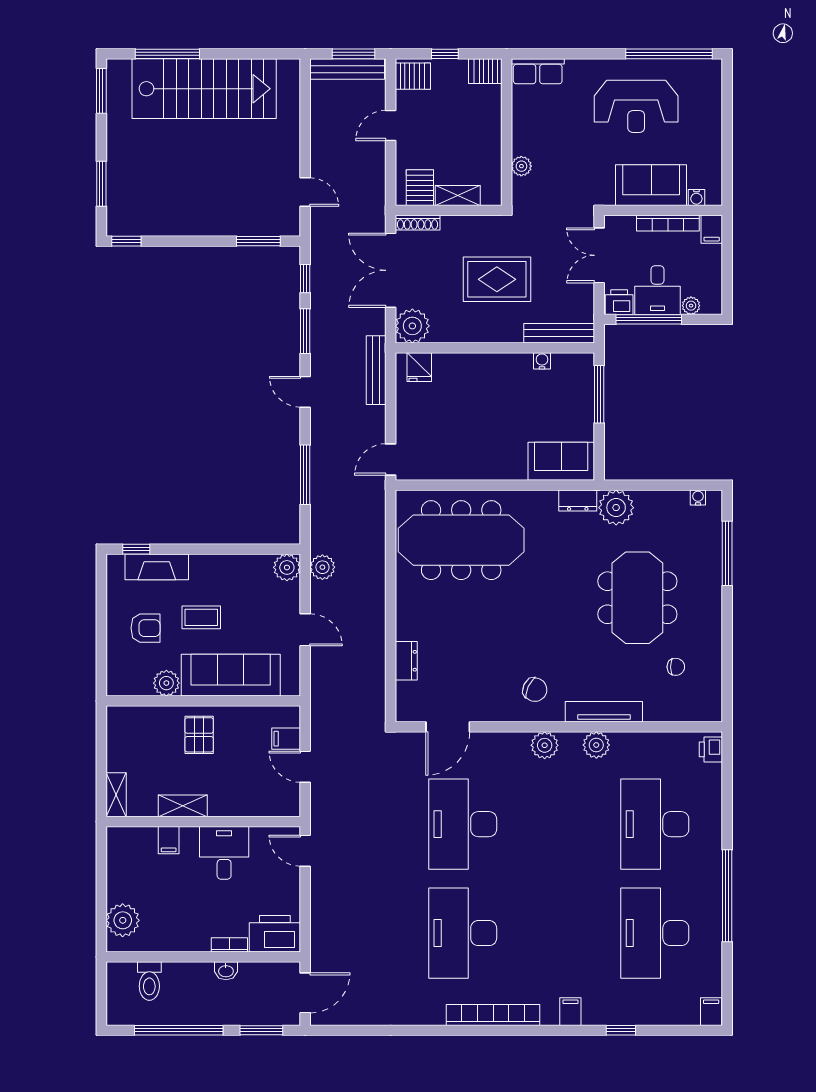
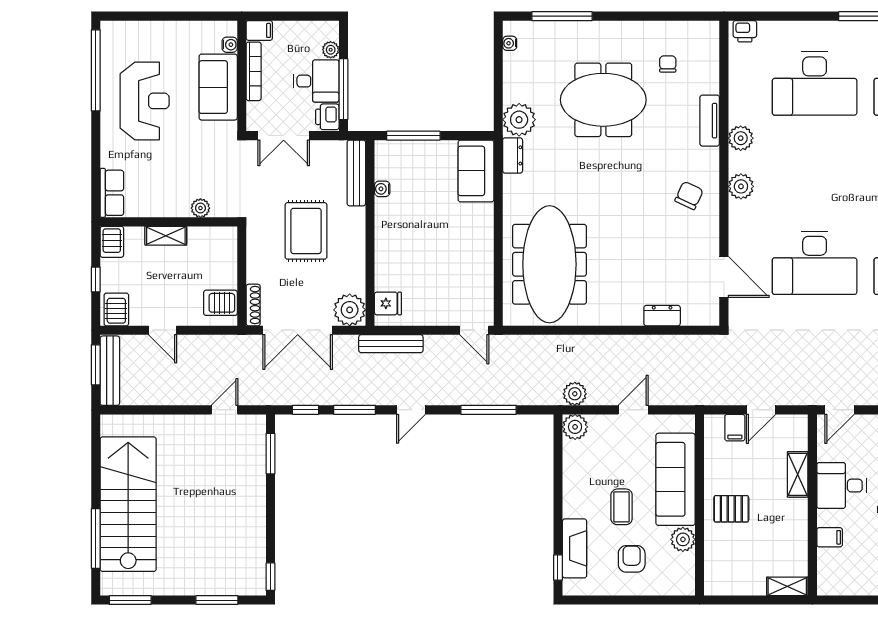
shelving: (458, 195) -> (166, 236), moved, turned 90
tv unit: (604, 712) -> (710, 121), width x0.71
shelving: (183, 806) -> (798, 474), moved

